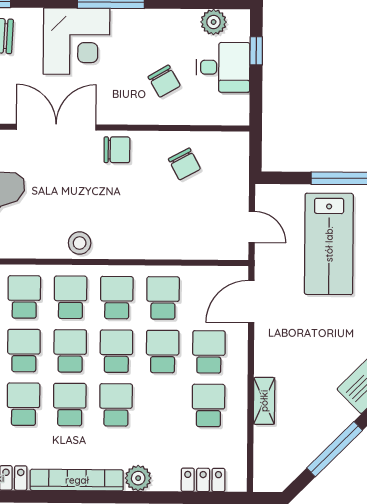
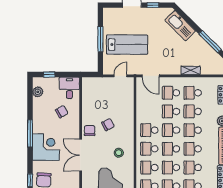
desk: (223, 67) -> (69, 88), moved
chair: (184, 164) -> (108, 124), moved
stool: (80, 243) -> (119, 153), moved
school desk: (163, 298) -> (193, 111), moved

